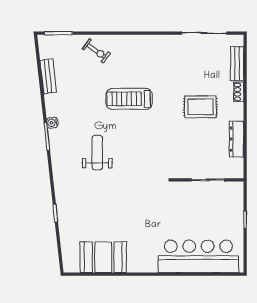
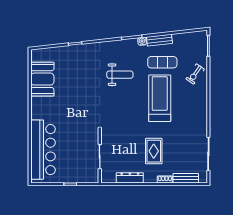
bench: (48, 76) -> (159, 40), moved
exercise mat: (81, 95) -> (162, 62), added
treadmill: (129, 99) -> (160, 98), width x1.37, depth x1.38

